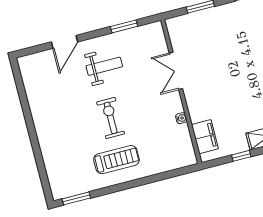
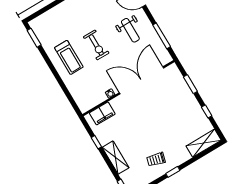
window: (124, 26) -> (162, 36), width x1.44
double door: (176, 71) -> (142, 80), width x1.87
exercise bike: (111, 118) -> (96, 45), turned 90

